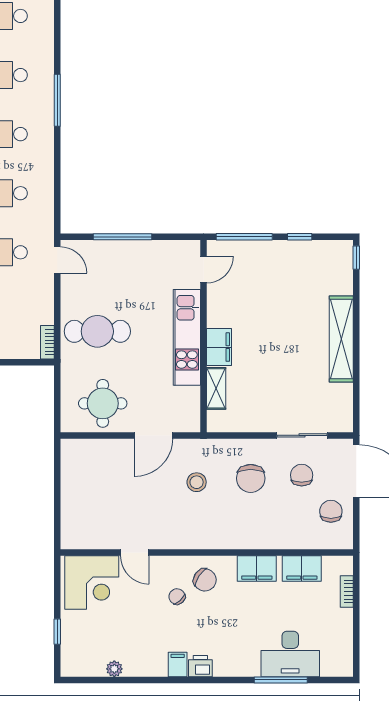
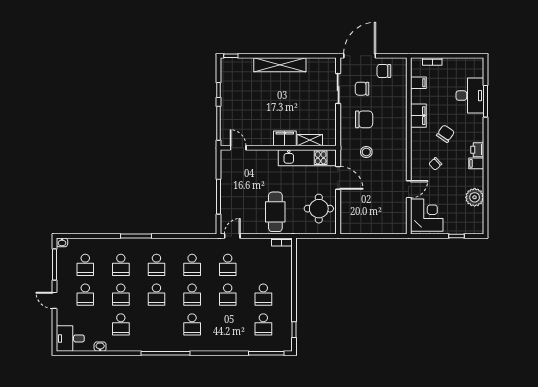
kitchen unit: (187, 337) -> (307, 158), moved
filing cabinet: (302, 569) -> (418, 83), width x0.50
chair: (205, 580) -> (445, 134), moved
plant: (114, 669) -> (475, 197), width x1.88, depth x1.88

